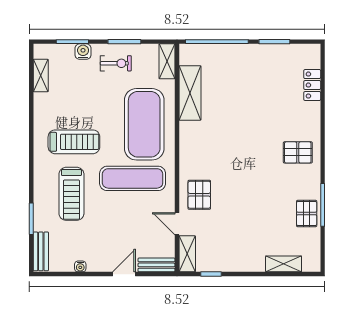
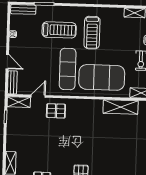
treadmill: (71, 194) -> (59, 30), turned 180

